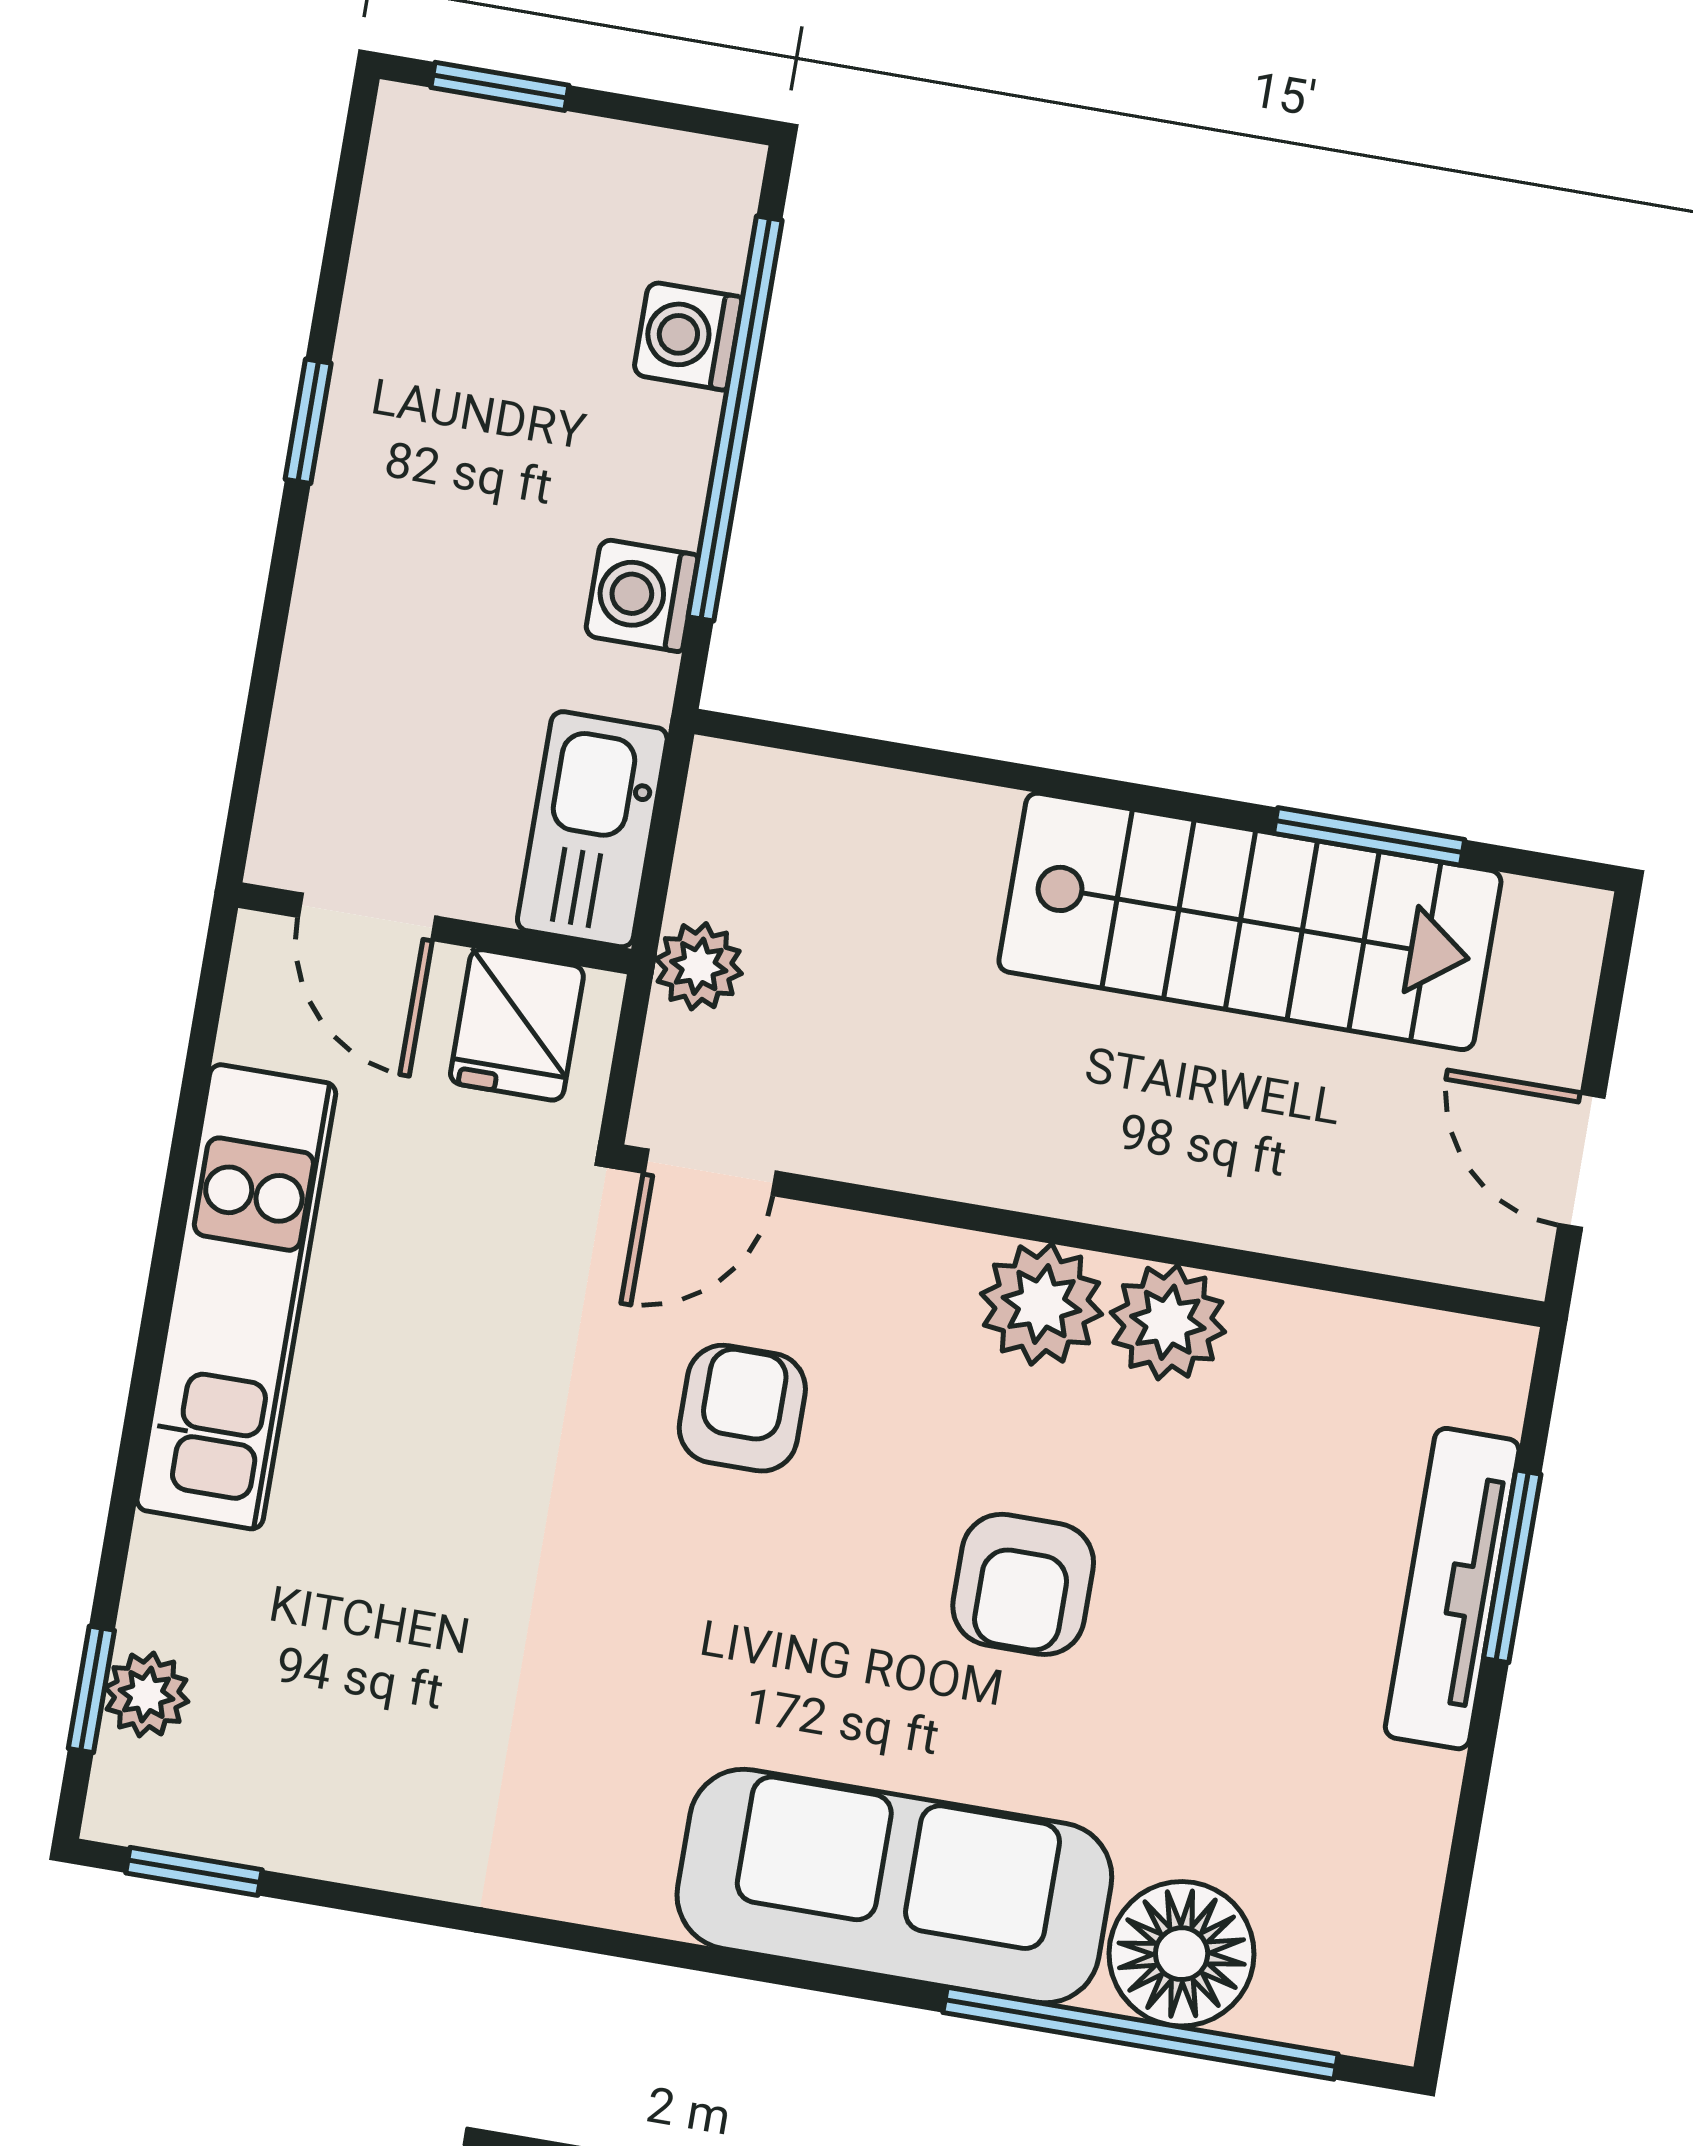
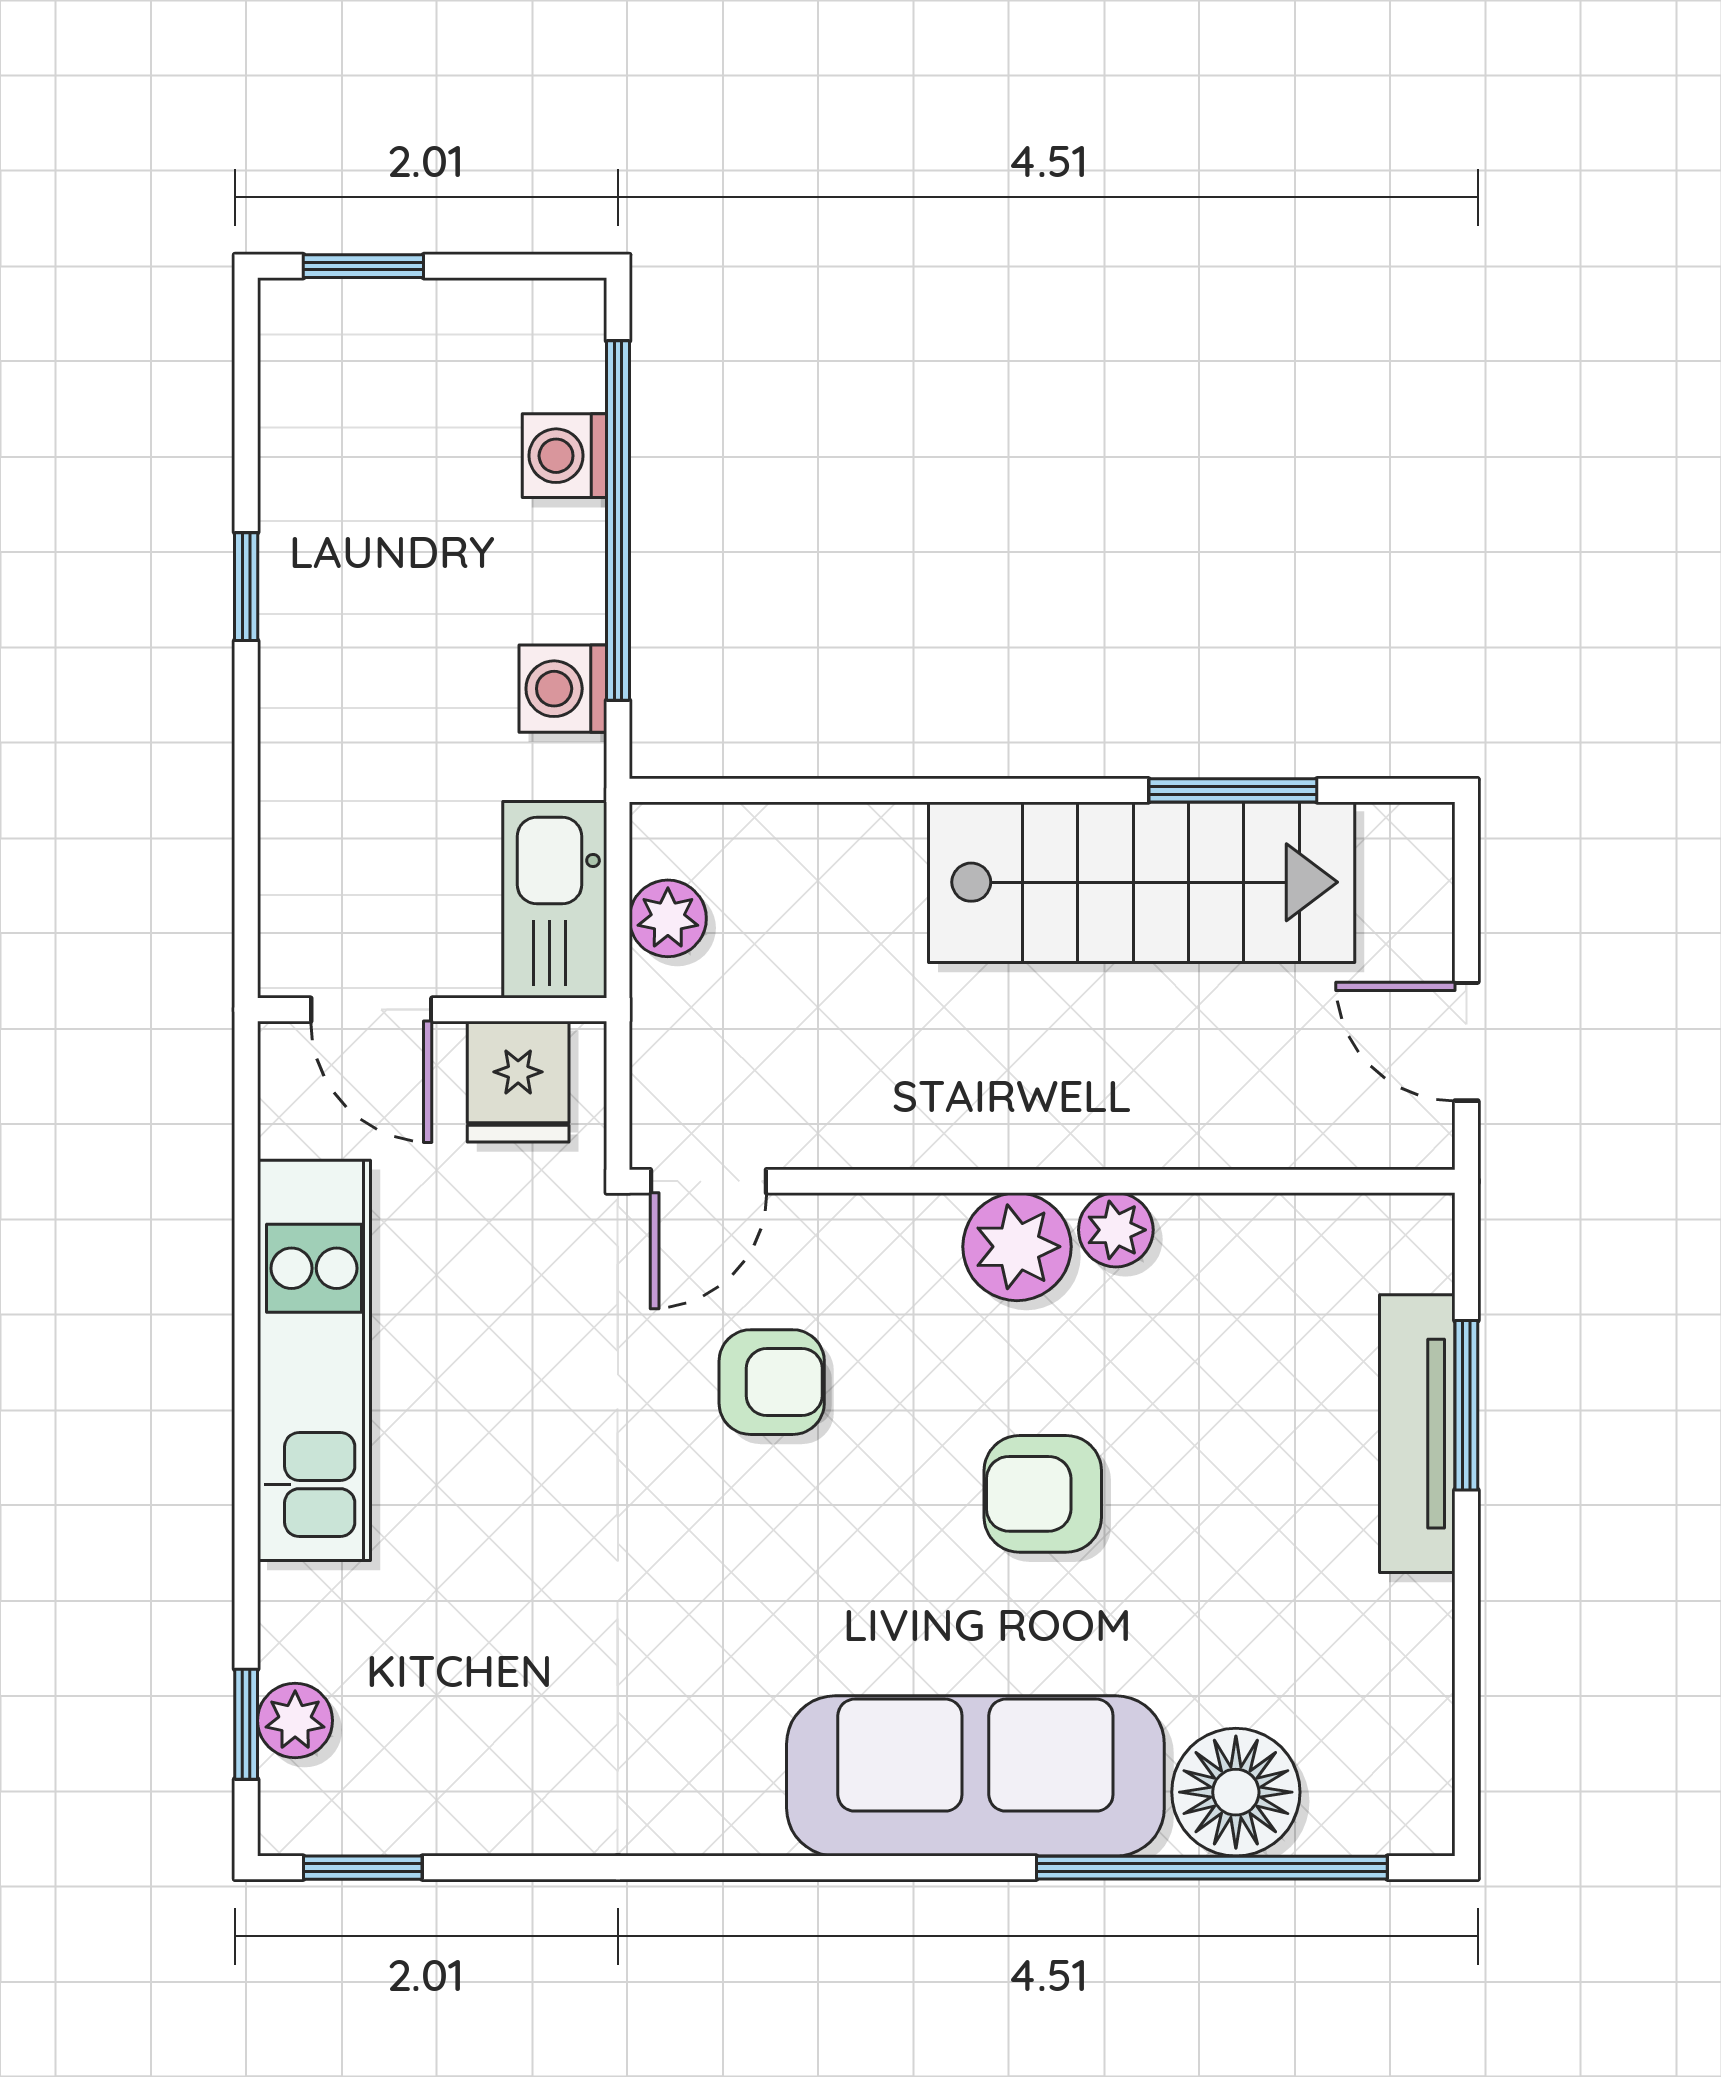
plant: (699, 966) -> (668, 918), moved
plant: (1168, 1322) -> (1116, 1230), width x0.73, depth x0.73
armchair: (742, 1408) -> (772, 1382), turned 90
armchair: (1023, 1584) -> (1043, 1494), turned 90

